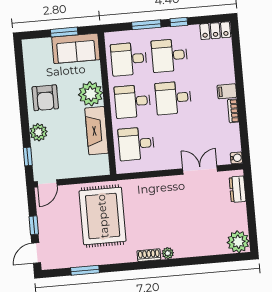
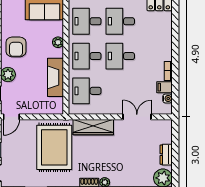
filing cabinet: (227, 91) -> (164, 87), moved
plant: (91, 94) -> (58, 42), width x0.53, depth x0.53
water cooler: (236, 158) -> (167, 99), moved
wardrobe: (148, 187) -> (93, 127), added
dresser: (238, 189) -> (166, 155), moved

